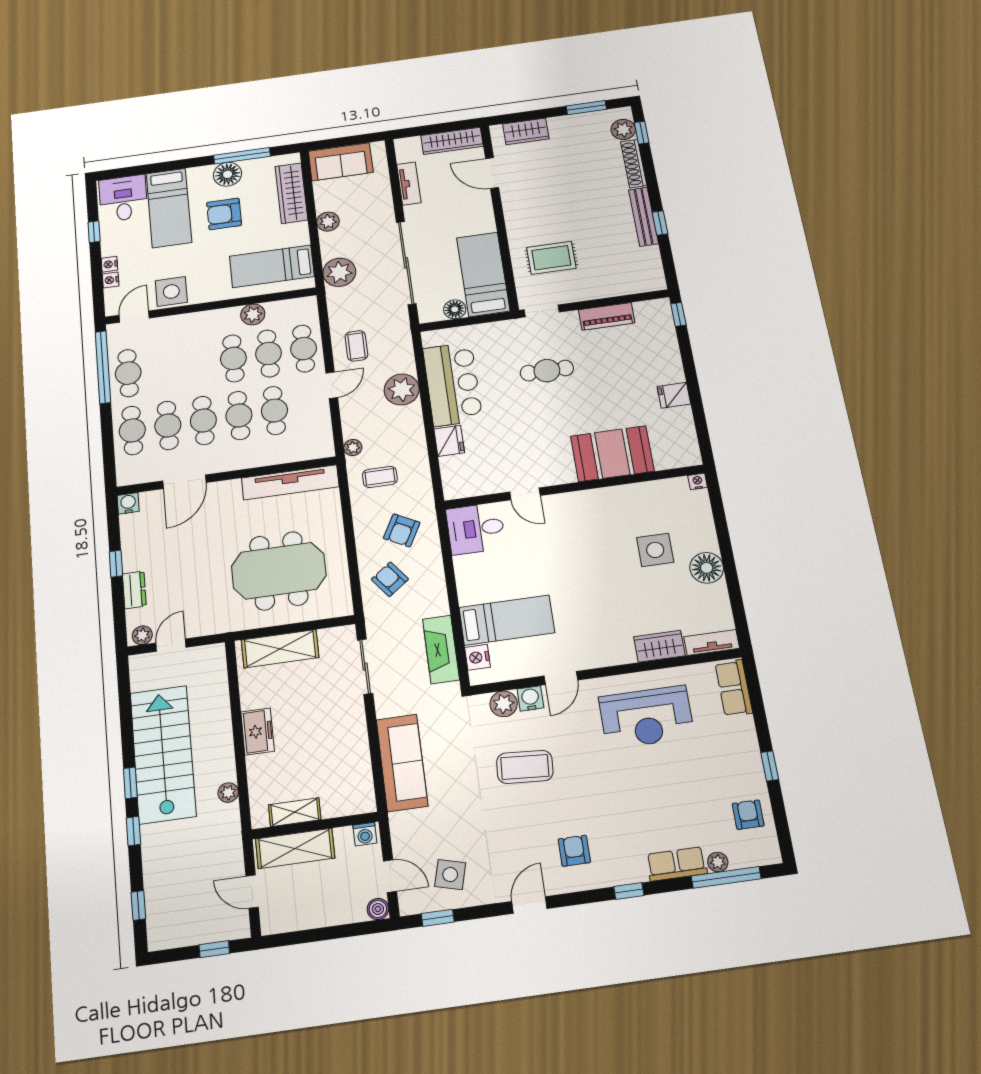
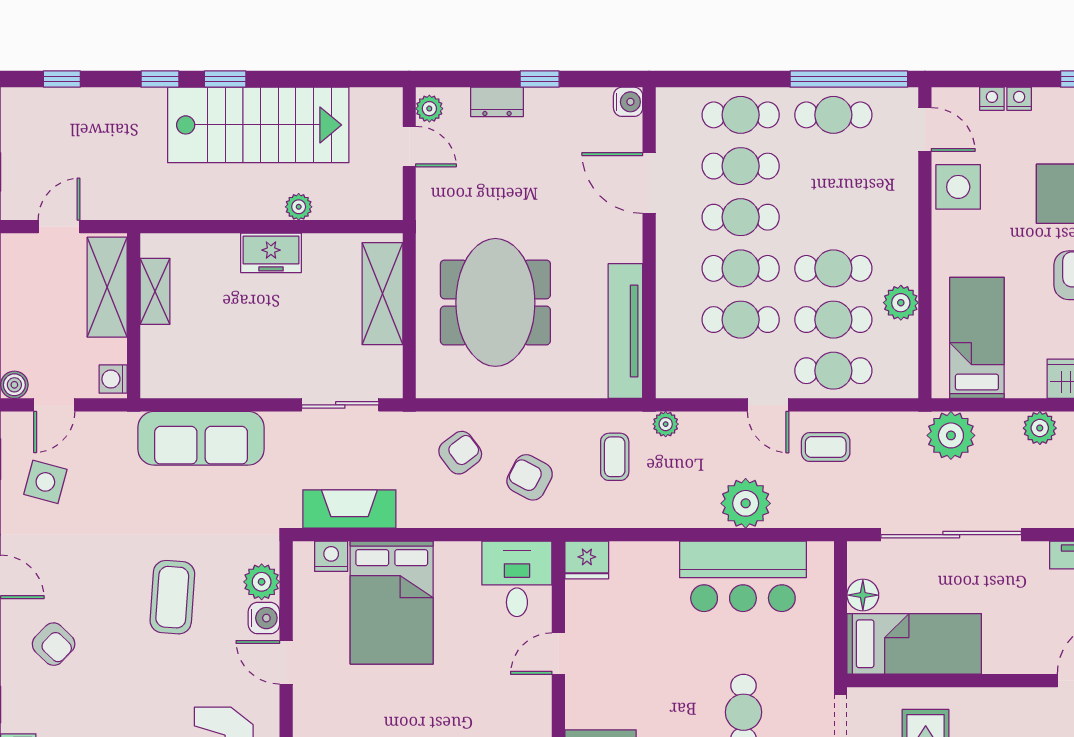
fridge: (449, 441) -> (587, 560), moved
bed: (507, 620) -> (392, 603), width x1.50
plant: (228, 793) -> (299, 207), moved
armchair: (574, 851) -> (54, 644), turned 44

